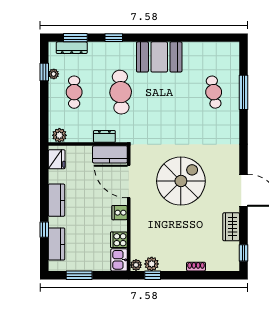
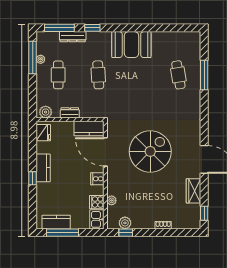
window: (75, 38) -> (59, 28), width x1.44
dresser: (72, 48) -> (73, 37), moved
window: (44, 72) -> (33, 58), width x2.17
cafe table: (121, 92) -> (98, 75), width x0.73, depth x0.74
dresser: (104, 136) -> (70, 113), moved
window: (44, 230) -> (33, 178), moved
kitchen counter: (56, 244) -> (56, 222), moved, turned -90
plant: (136, 265) -> (112, 200), moved
window: (79, 275) -> (63, 233), width x1.44

